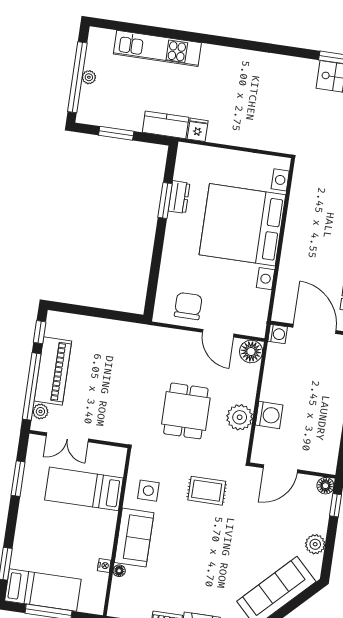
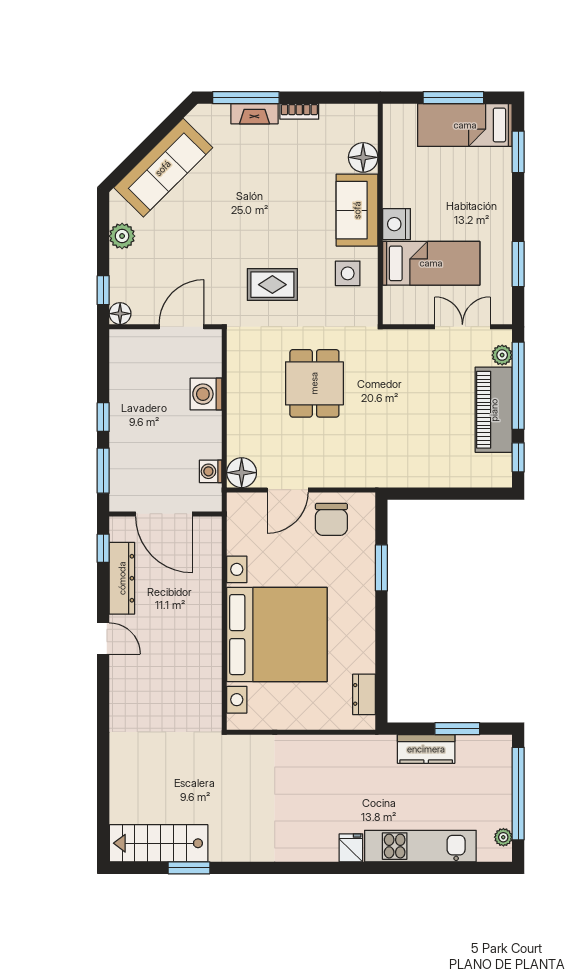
plant: (89, 77) -> (503, 837), moved
kitchen counter: (166, 125) -> (426, 749), moved
fridge: (198, 130) -> (351, 848), moved, turned 180
dresser: (179, 197) -> (364, 694), moved
window: (165, 201) -> (381, 568), moved
door: (218, 333) -> (288, 490), swing flipped
washing machine: (278, 334) -> (211, 471), moved
plant: (240, 417) -> (244, 385), removed
nightstand: (104, 565) -> (397, 224), moved, width x1.89, depth x1.79
floor lamp: (119, 571) -> (363, 157), width x1.89, depth x1.89

